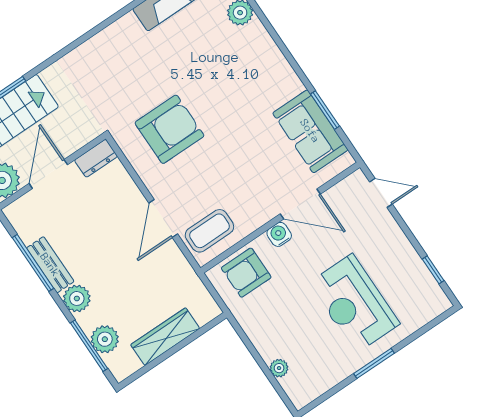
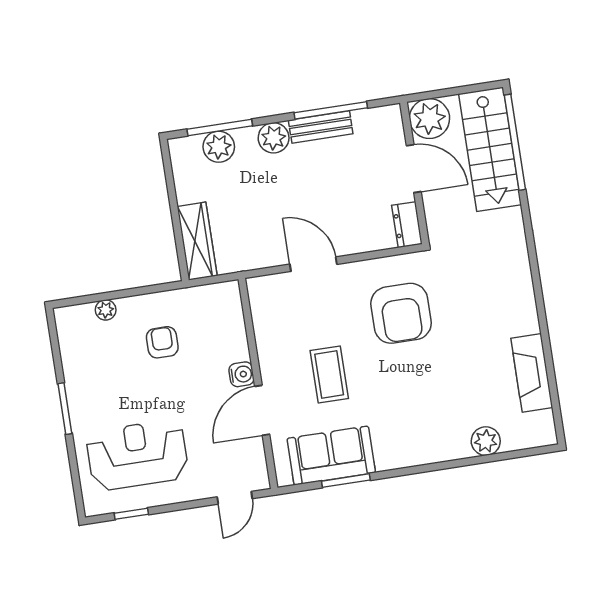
coffee table: (209, 231) -> (329, 374), moved
armchair: (246, 273) -> (162, 342), moved, width x0.72, depth x0.72
reception desk: (354, 303) -> (137, 455), moved
wardrobe: (165, 337) -> (197, 241), moved

